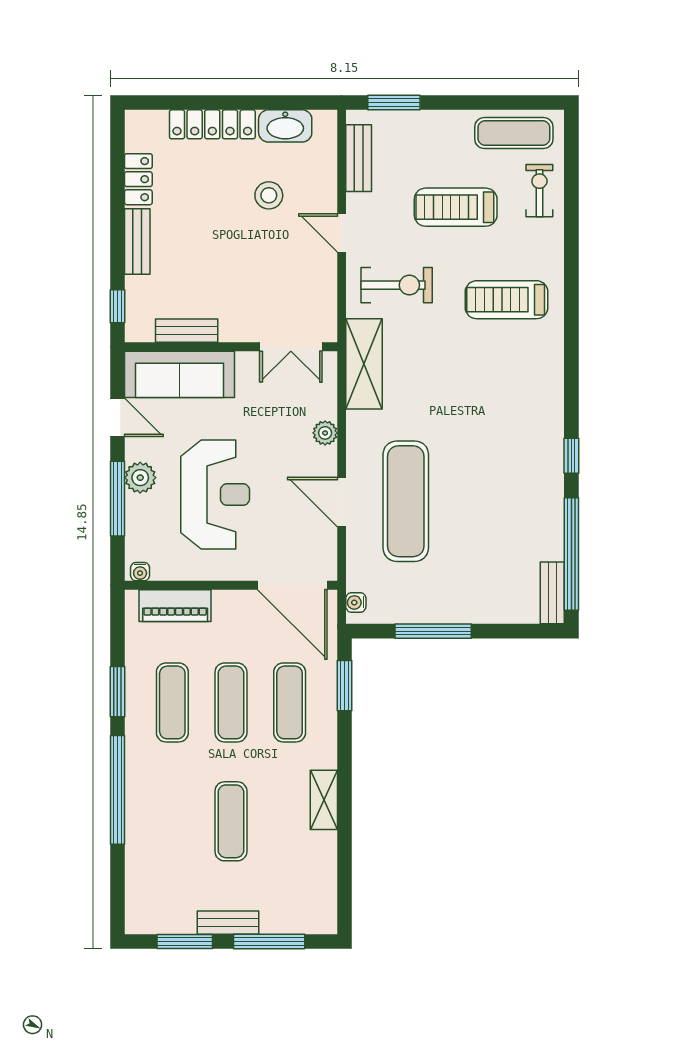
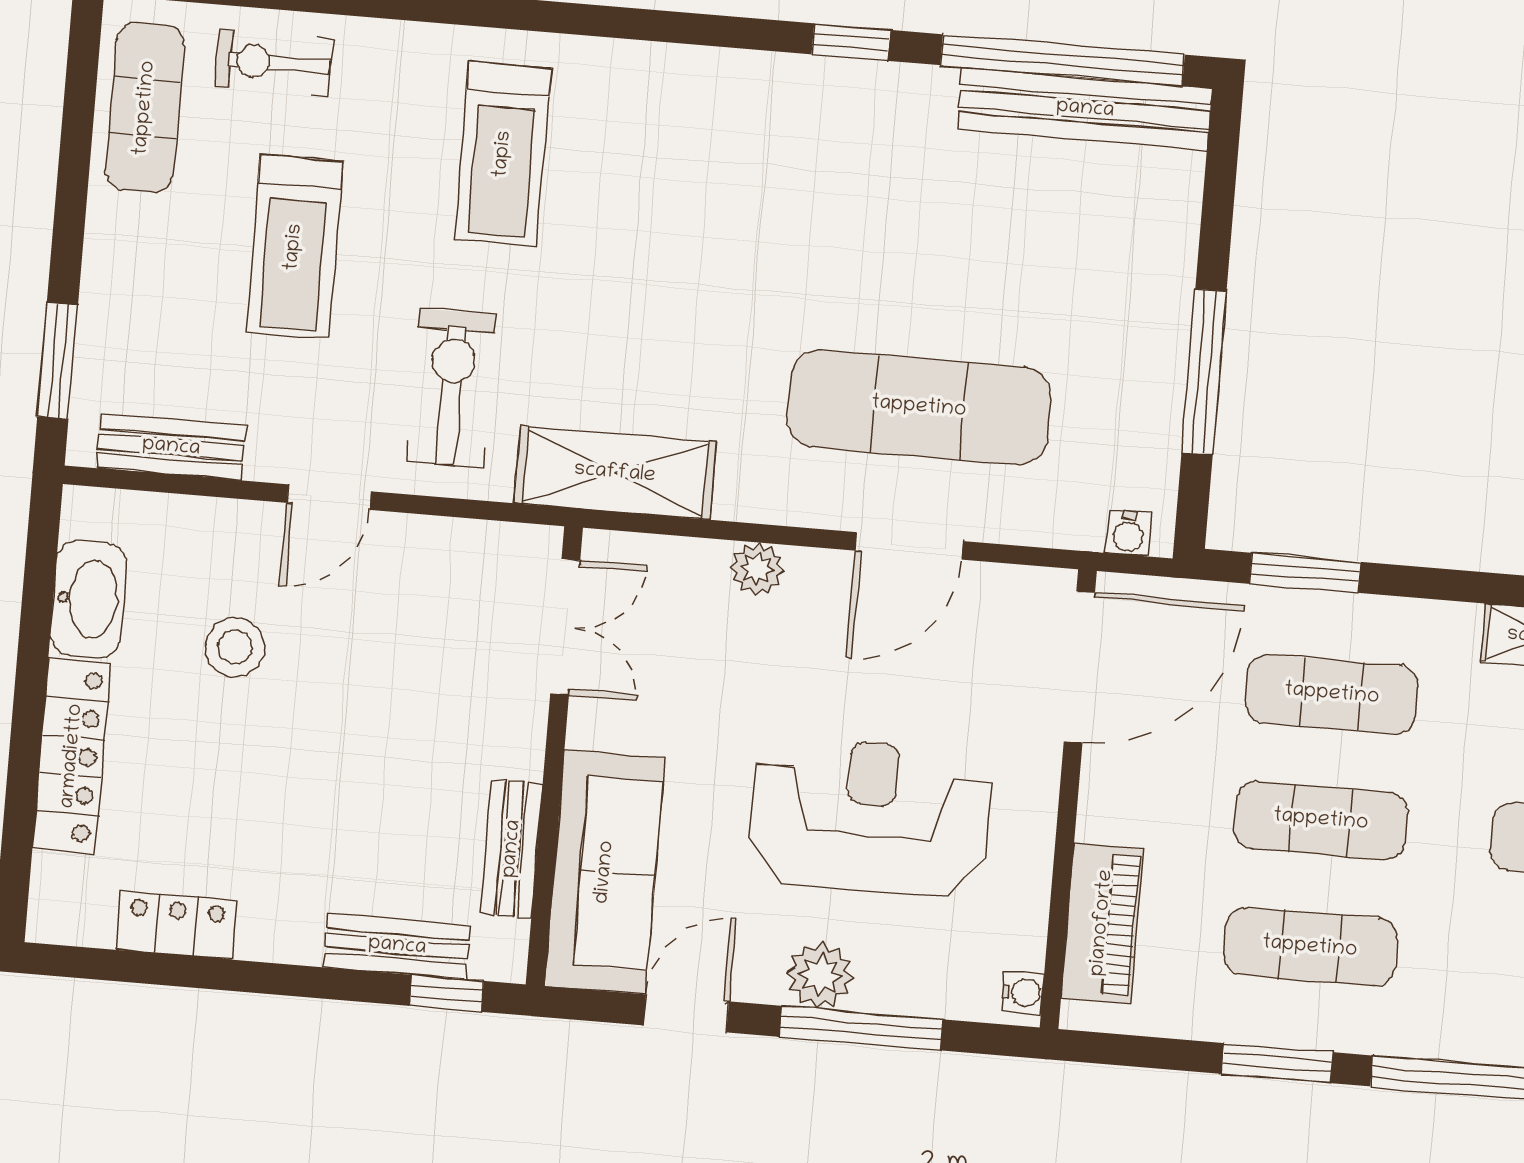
bench: (137, 242) -> (397, 946), moved
bench: (552, 593) -> (1085, 109), width x1.86, depth x1.21

